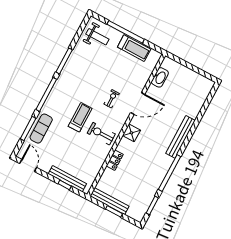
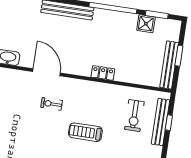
shower: (131, 133) -> (146, 24), moved
exercise bike: (101, 134) -> (134, 116), moved
locker: (115, 160) -> (103, 73), moved

